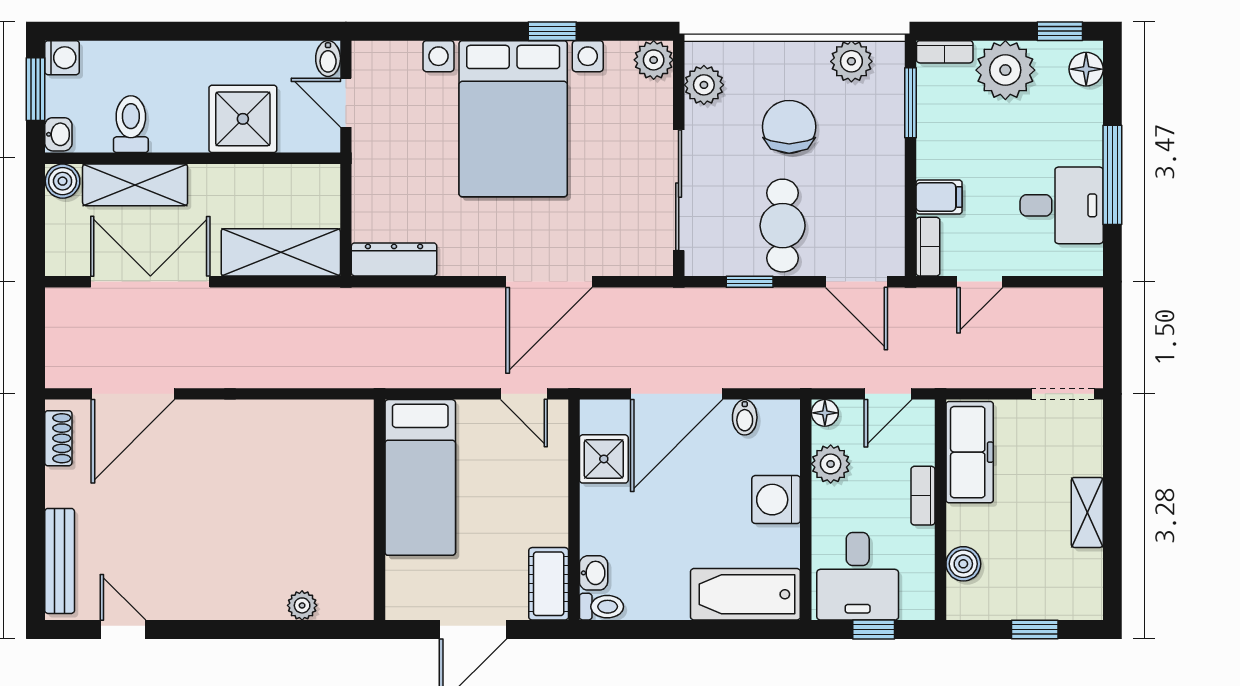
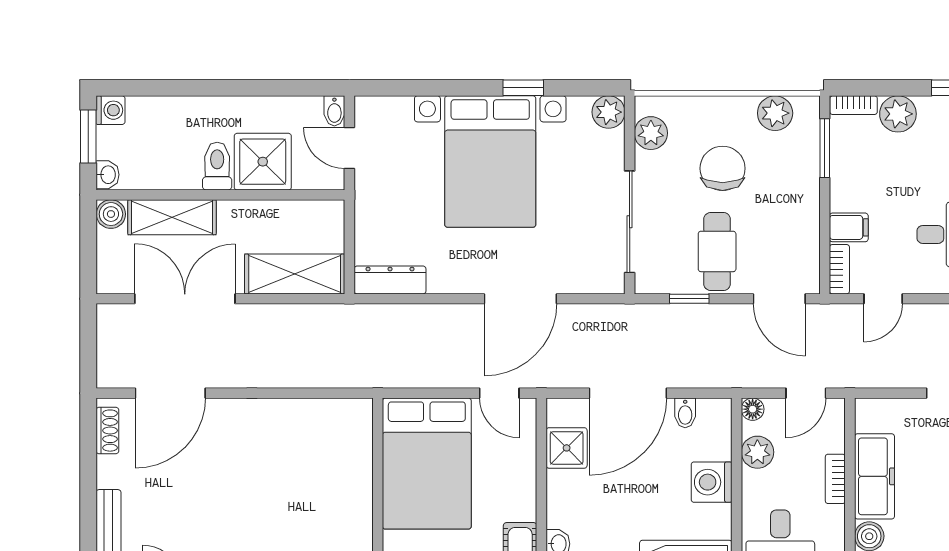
plant: (1005, 70) -> (898, 114), width x0.73, depth x0.73
toilet: (131, 124) -> (217, 166), moved
freezer: (970, 452) -> (875, 476), moved
bed: (420, 477) -> (427, 464), width x1.50

